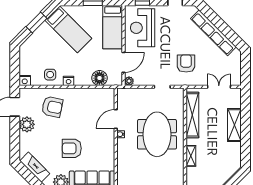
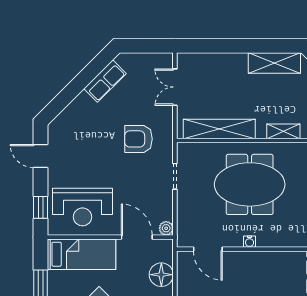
row of seats: (213, 33) -> (105, 81), width x0.50
door: (116, 119) -> (208, 249), moved
shelving: (234, 125) -> (274, 63), moved

